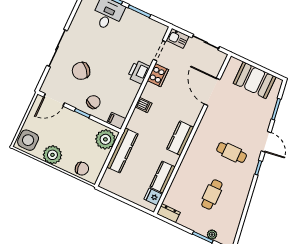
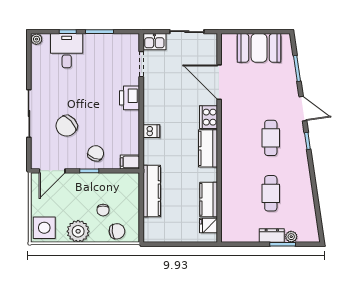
cooker: (158, 75) -> (208, 117), moved, turned 180
plant: (105, 139) -> (128, 188), removed
chair: (79, 148) -> (103, 210), added
cafe table: (232, 153) -> (271, 138), turned 90
dresser: (169, 213) -> (272, 235), moved

